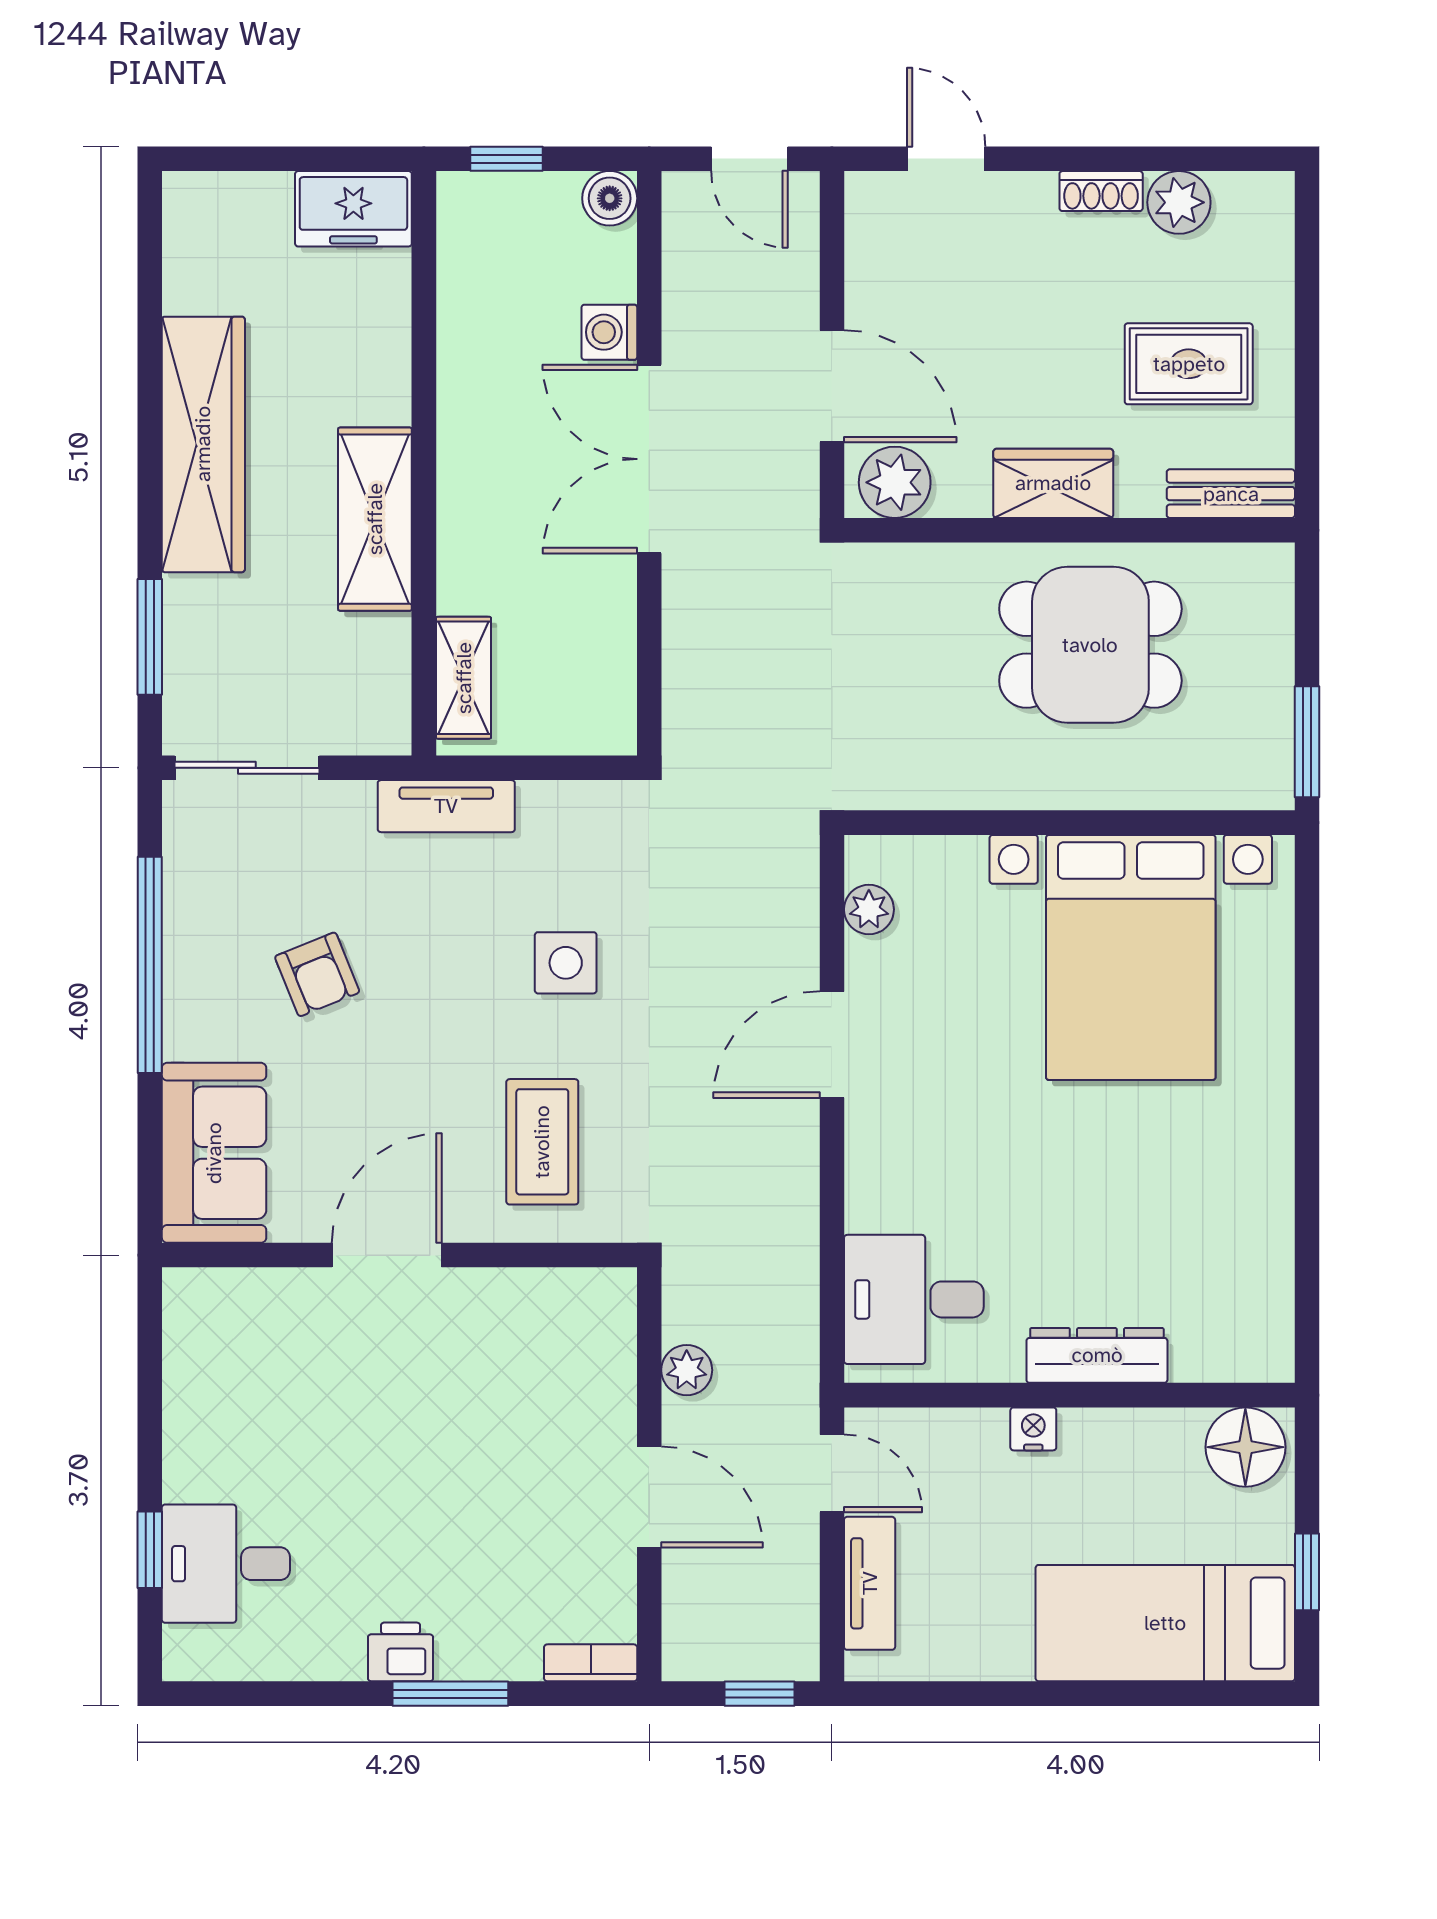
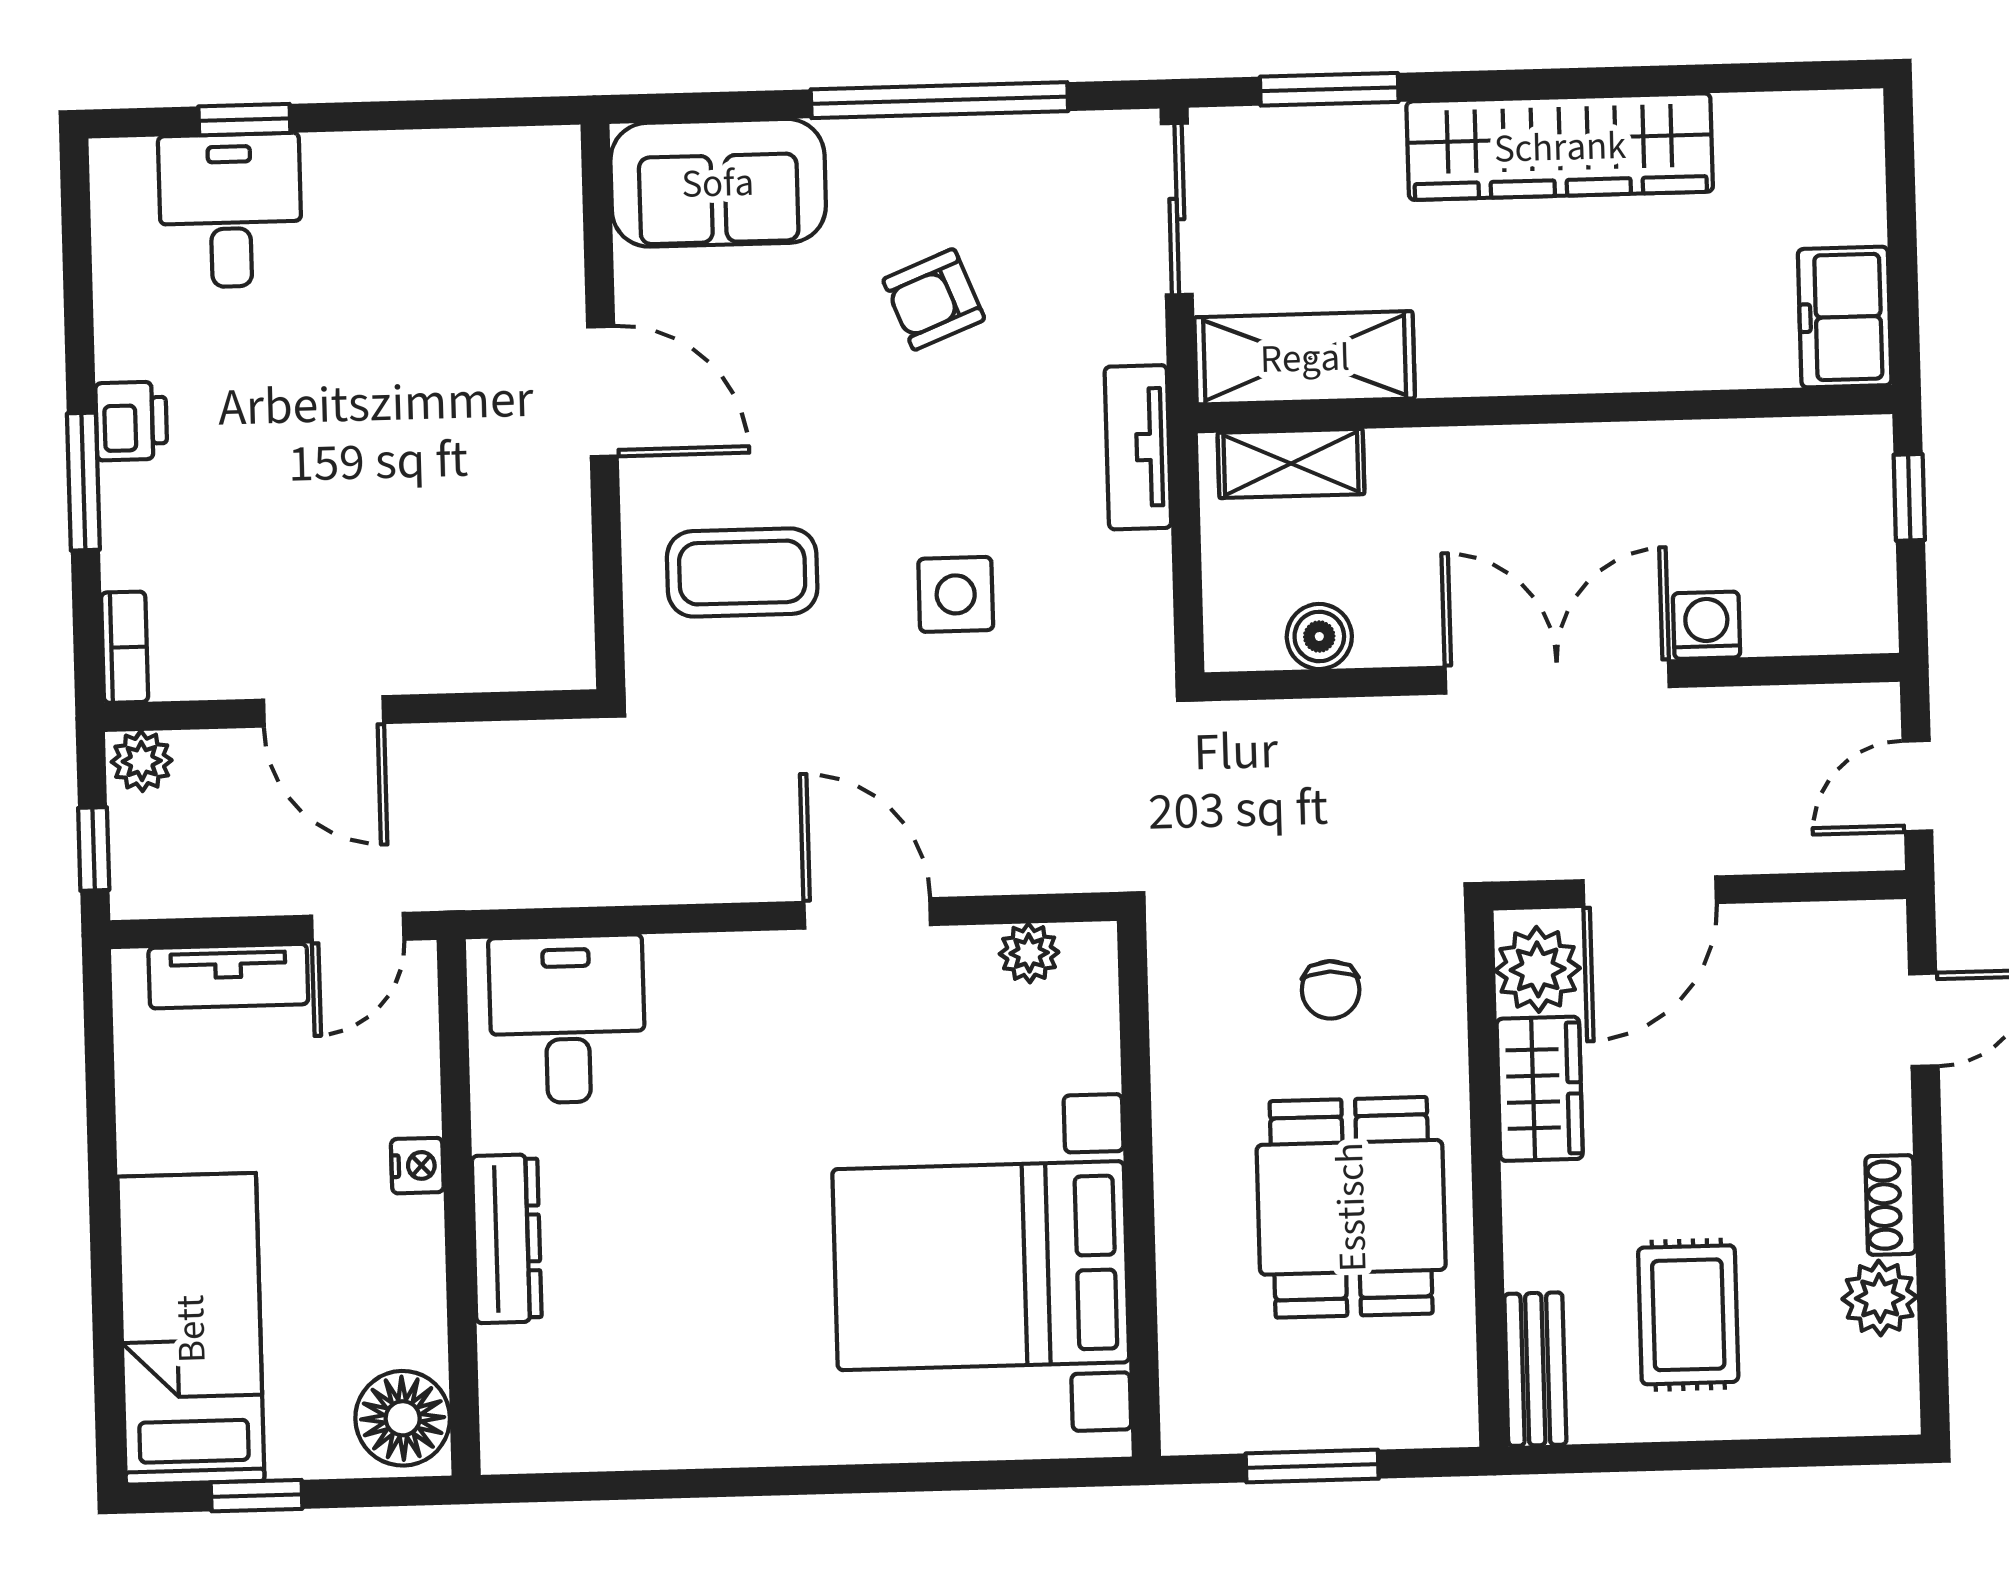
boiler: (610, 198) -> (1319, 636), moved
wardrobe: (1053, 483) -> (1540, 1089), moved
shelving: (375, 519) -> (1305, 358), moved
chair: (907, 657) -> (1331, 990), added
window: (1307, 742) -> (1312, 1466), moved
plant: (687, 1370) -> (142, 761), moved
door: (649, 1497) -> (324, 711), hinge flipped

